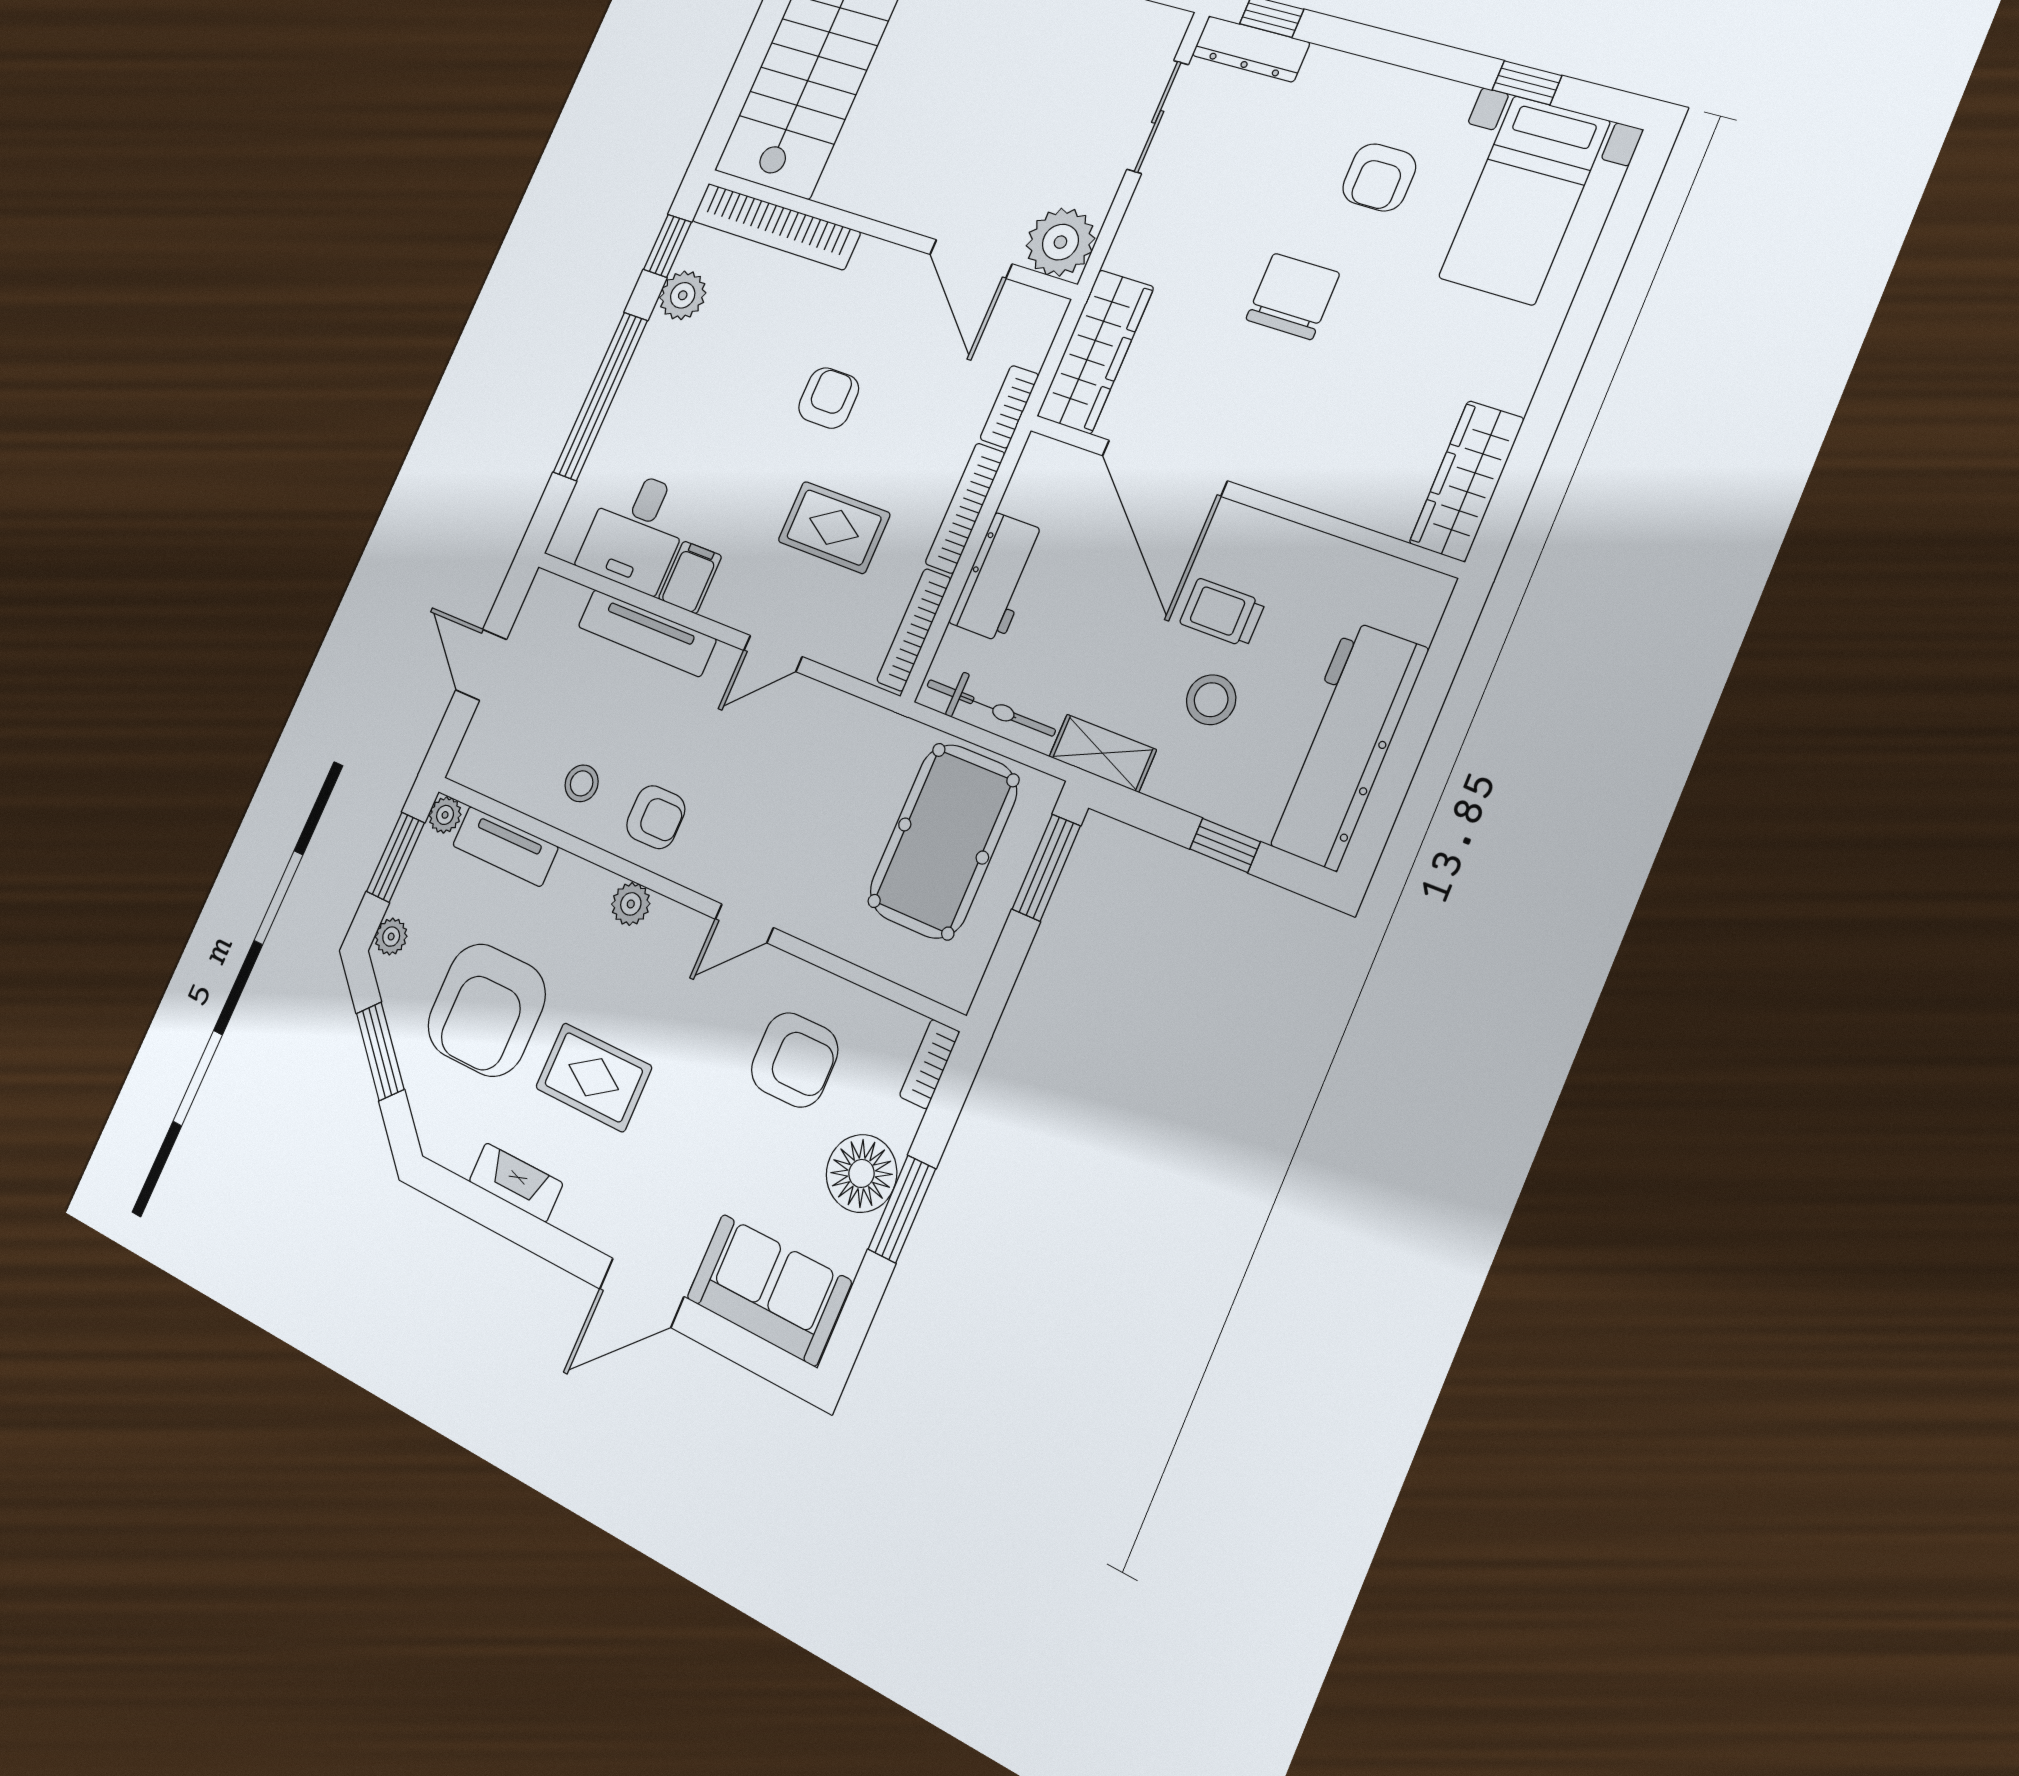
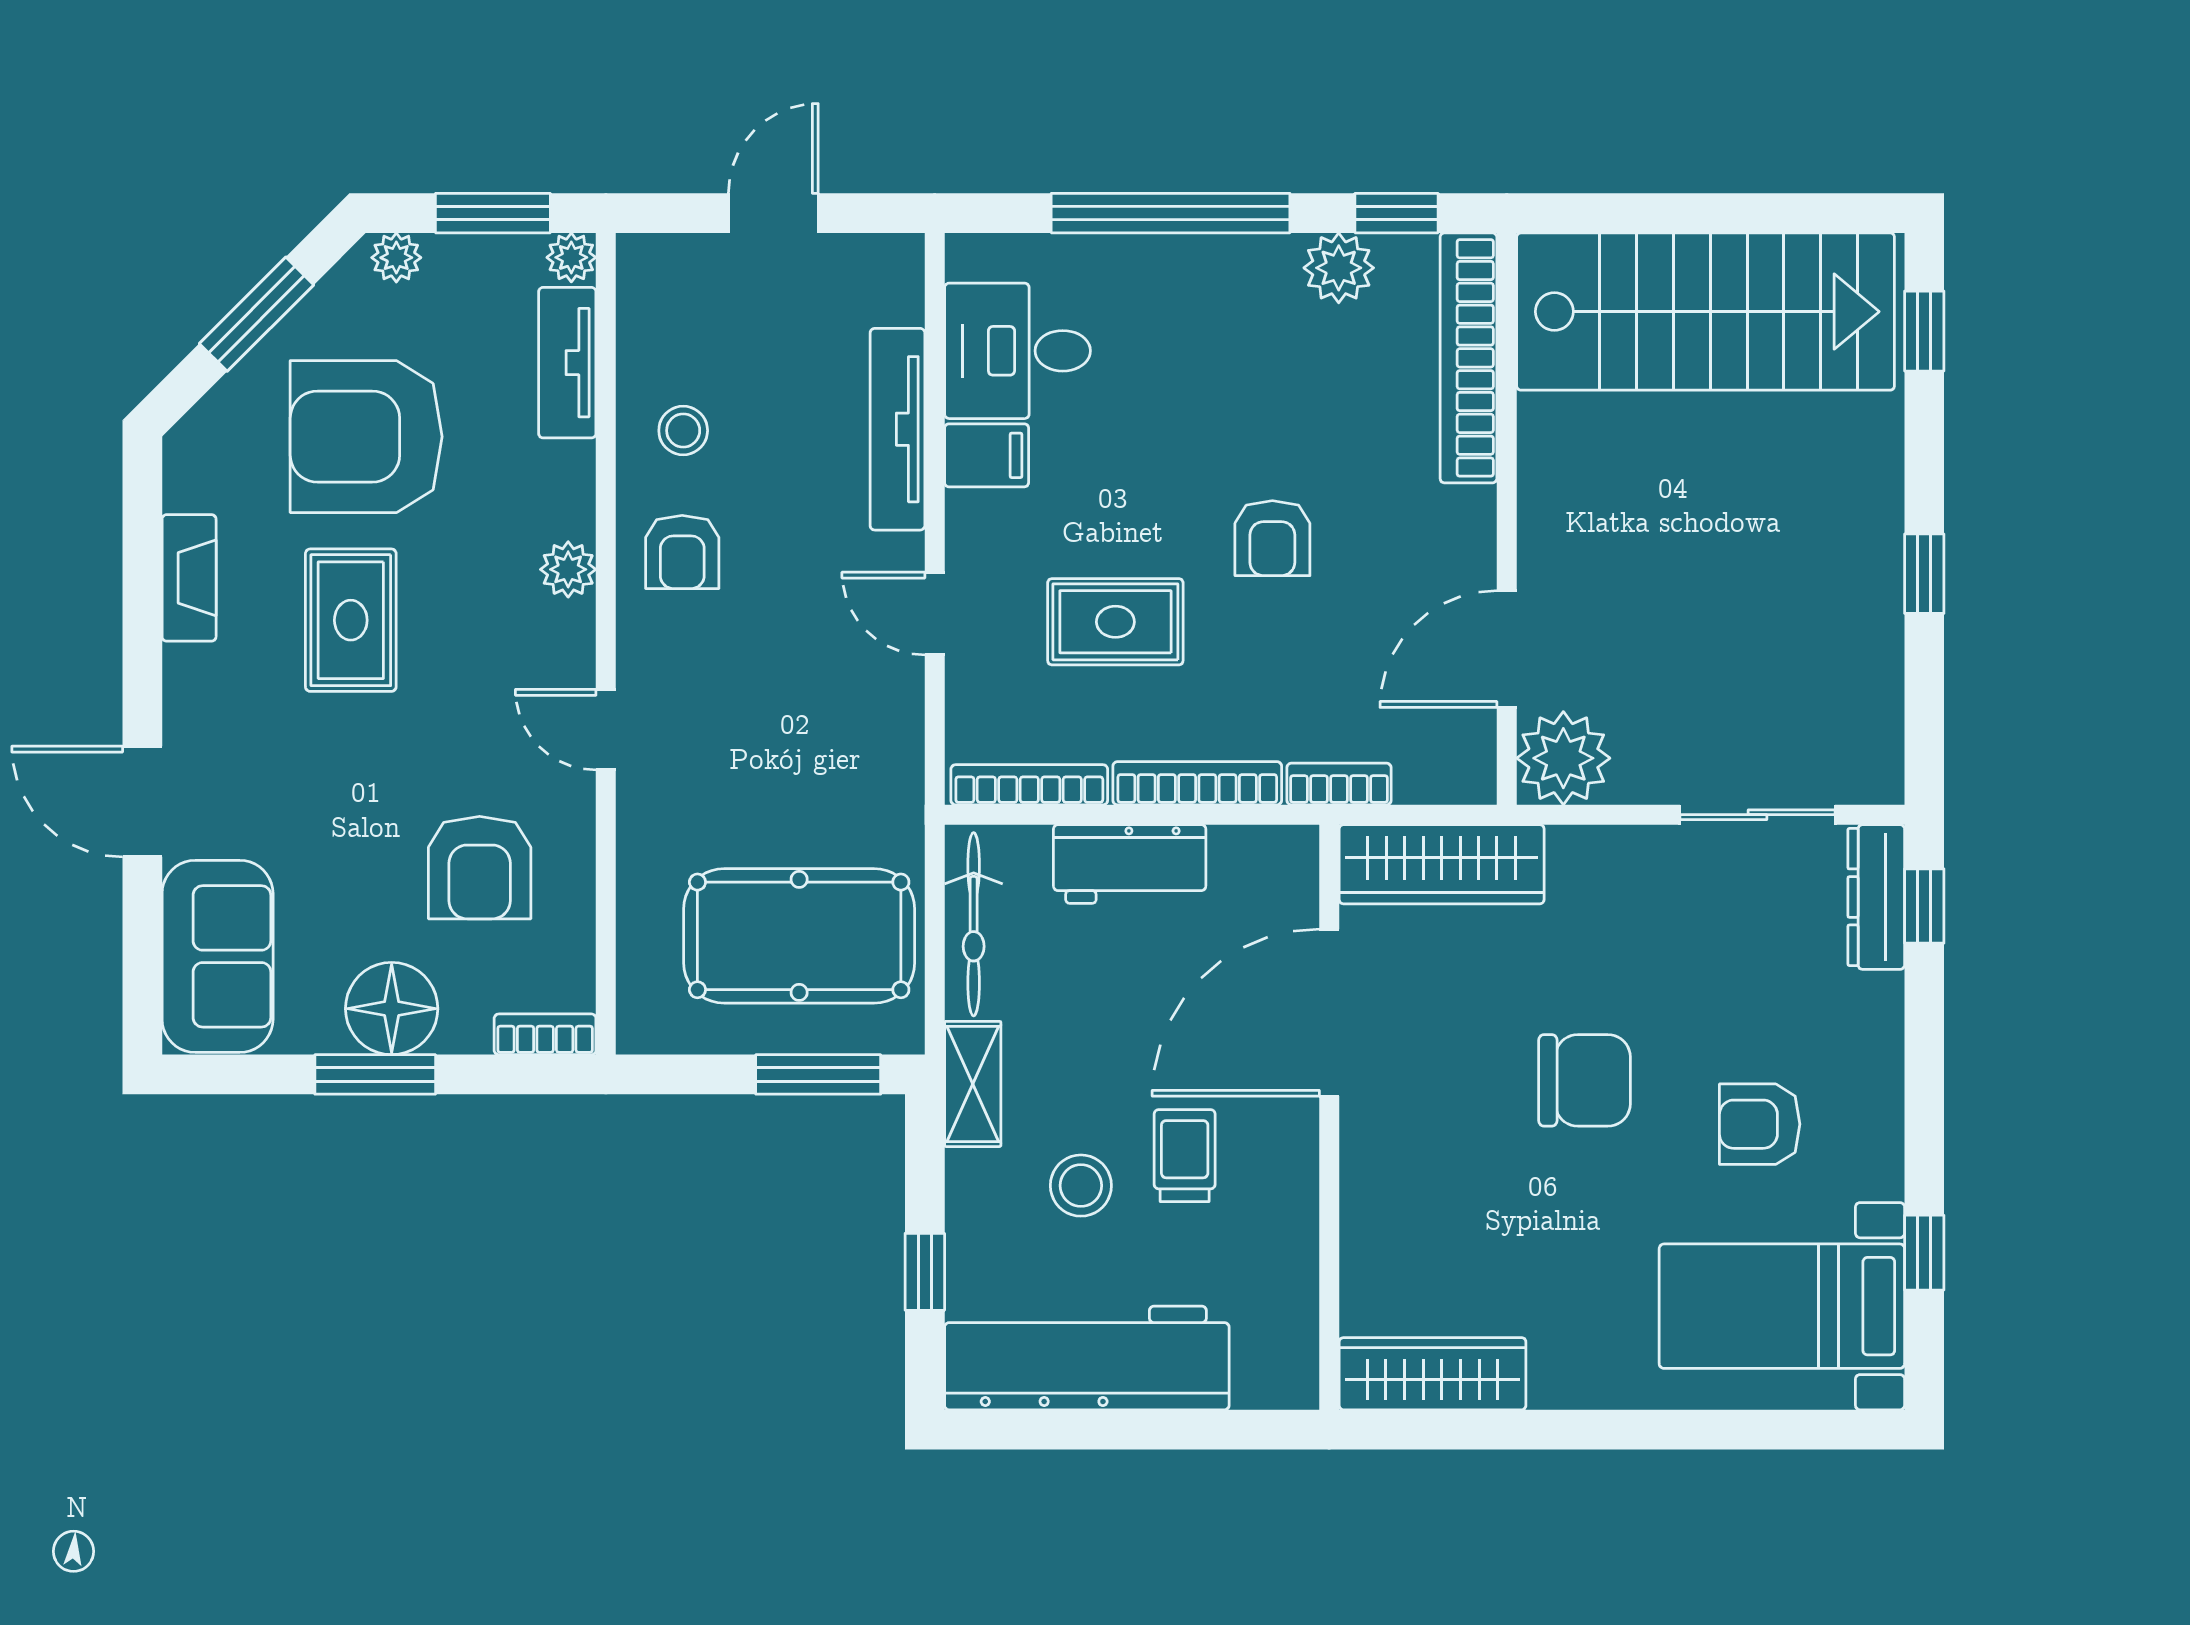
armchair: (829, 398) -> (1272, 538), turned 90
rug: (834, 527) -> (1115, 622), turned 90

